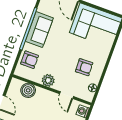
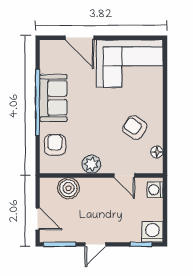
armchair: (30, 60) -> (55, 145), turned -90
armchair: (84, 67) -> (135, 128), turned -143

